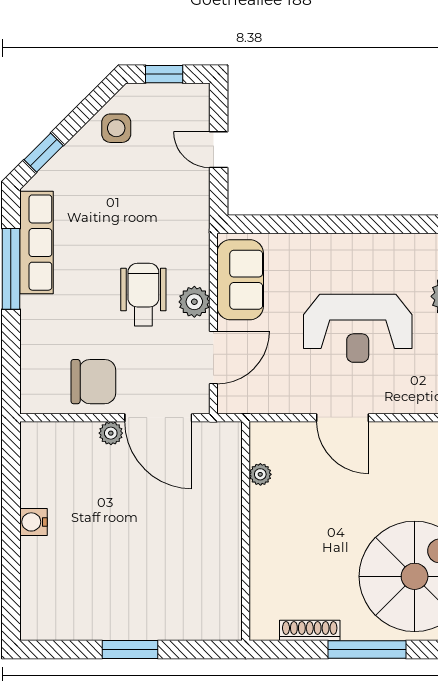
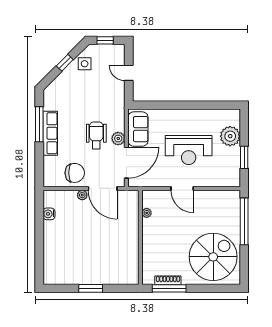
window: (44, 153) -> (65, 63), moved
row of seats: (36, 243) -> (50, 133), moved
door: (213, 358) -> (126, 163), width x1.36
water cooler: (33, 522) -> (49, 214), moved
window: (367, 650) -> (169, 288), moved

